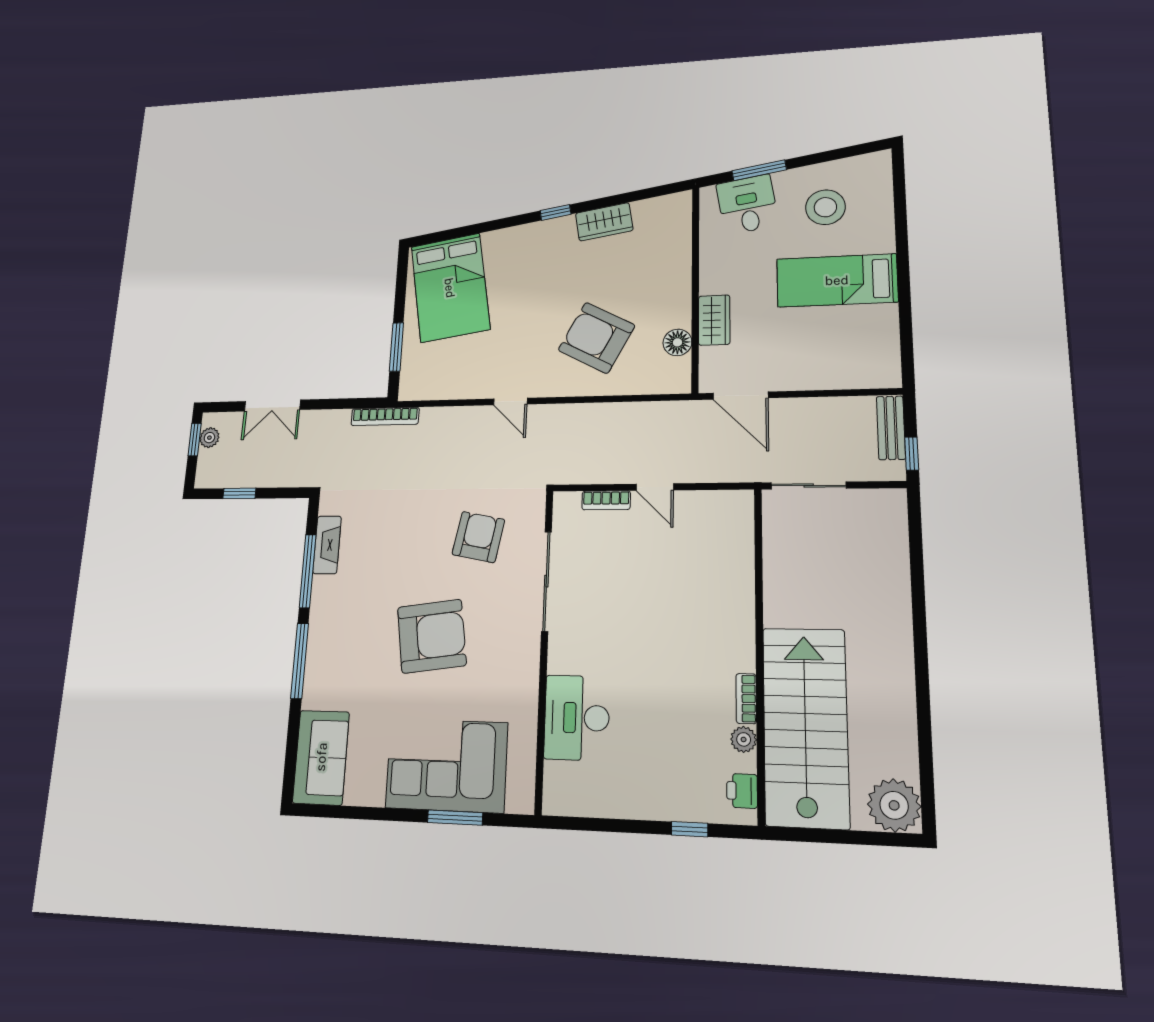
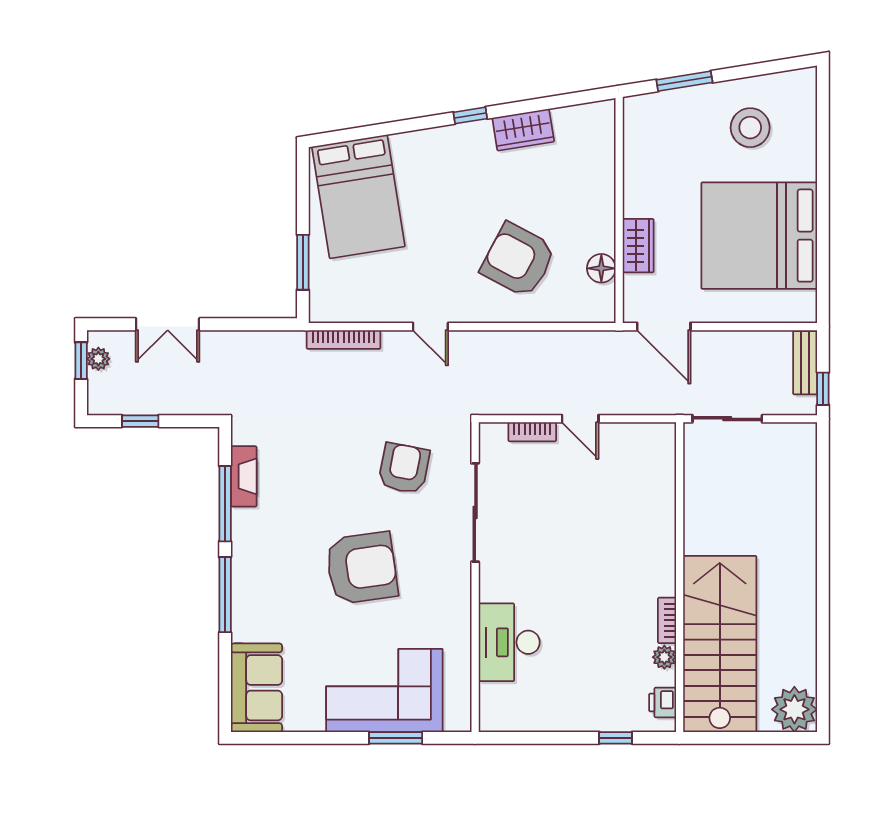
desk: (747, 205) -> (672, 119), removed
bed: (837, 280) -> (759, 236), width x2.04
bookcase: (385, 416) -> (344, 339), moved

